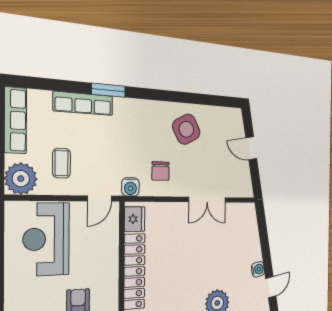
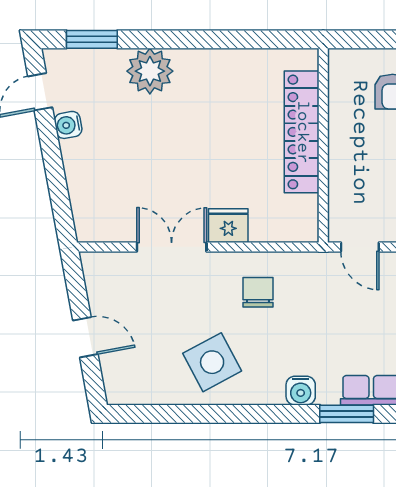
water cooler: (130, 187) -> (301, 391), moved, turned 180
door: (99, 199) -> (360, 247), swing flipped
fridge: (135, 219) -> (228, 226), moved, turned 90

